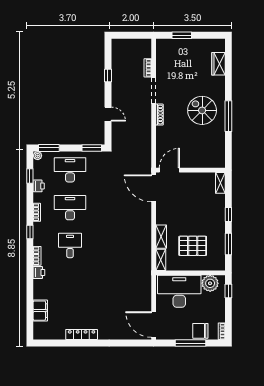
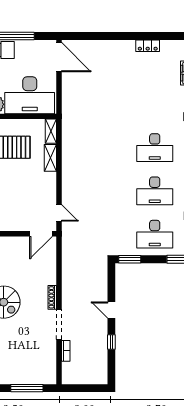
window: (182, 35) -> (27, 388), width x1.44
door: (108, 114) -> (111, 310), moved
door: (154, 188) -> (59, 213), width x0.53
desk: (70, 245) -> (155, 148), width x1.37
locker: (82, 335) -> (148, 46), width x0.66

